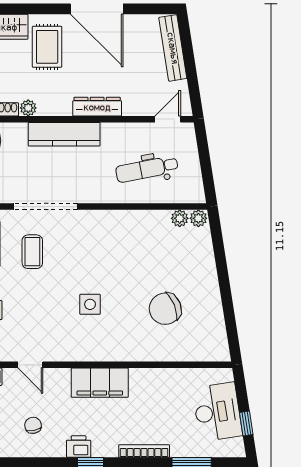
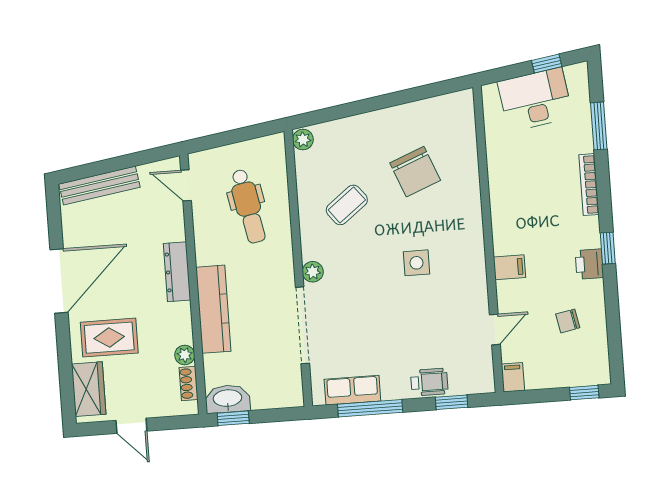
plant: (180, 218) -> (313, 272), moved
coffee table: (32, 252) -> (347, 205), moved, turned -38
filing cabinet: (100, 383) -> (509, 267), width x0.33, depth x0.86

